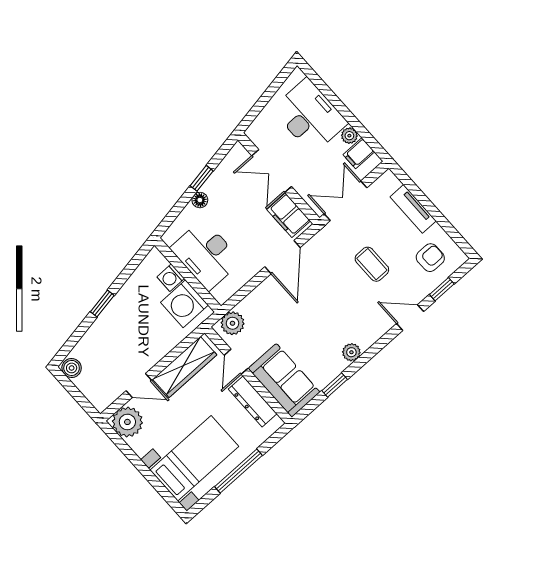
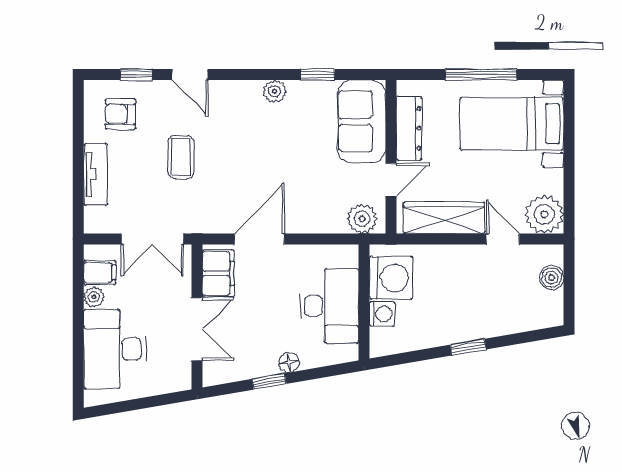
boiler: (72, 368) -> (551, 278), moved

